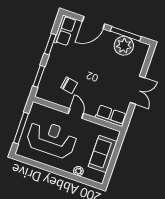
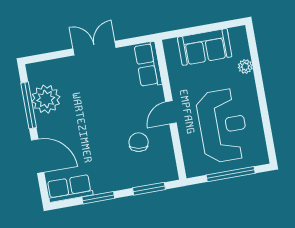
reception desk: (52, 139) -> (223, 126), turned 180

